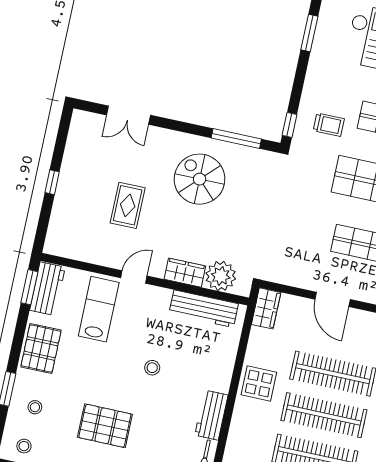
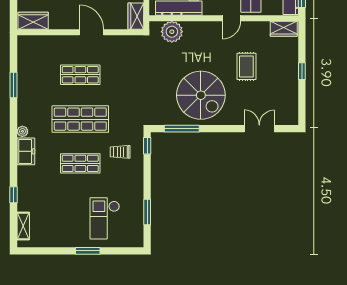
spiral stairs: (200, 179) -> (201, 95), width x1.37, depth x1.37
wardrobe: (185, 273) -> (284, 29), moved

